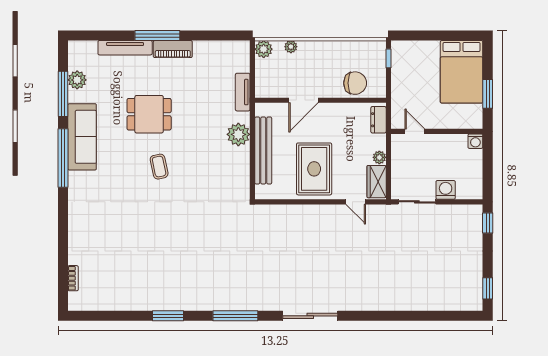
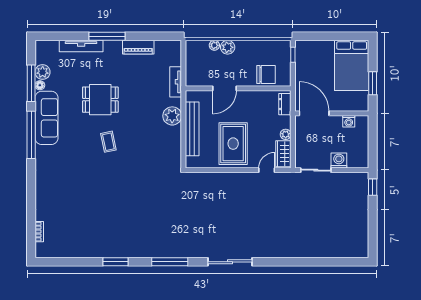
piano: (173, 49) -> (138, 47), moved
plant: (264, 49) -> (228, 47), moved
floor lamp: (74, 96) -> (40, 85), added
door: (415, 131) -> (314, 113), width x1.87
washing machine: (475, 141) -> (349, 121), moved
door: (356, 202) -> (267, 170), swing flipped
window: (488, 288) -> (373, 240), removed

